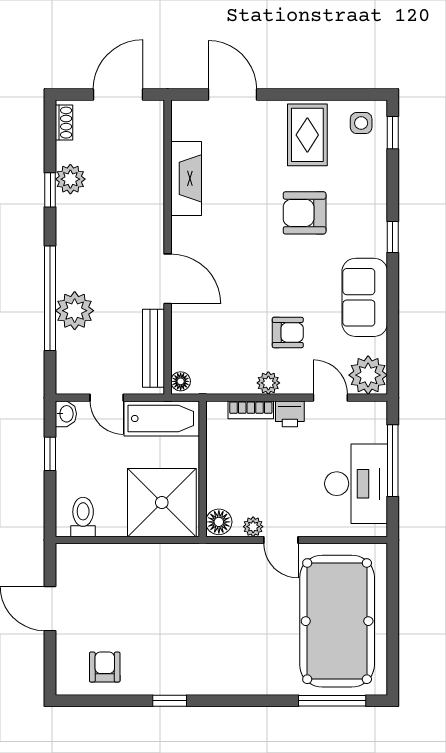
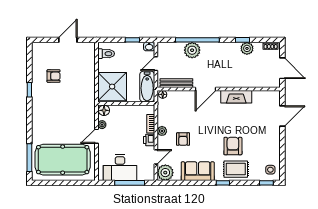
rug: (307, 135) -> (236, 169), moved
fireplace: (186, 178) -> (236, 97), moved
armchair: (105, 667) -> (54, 76), moved

